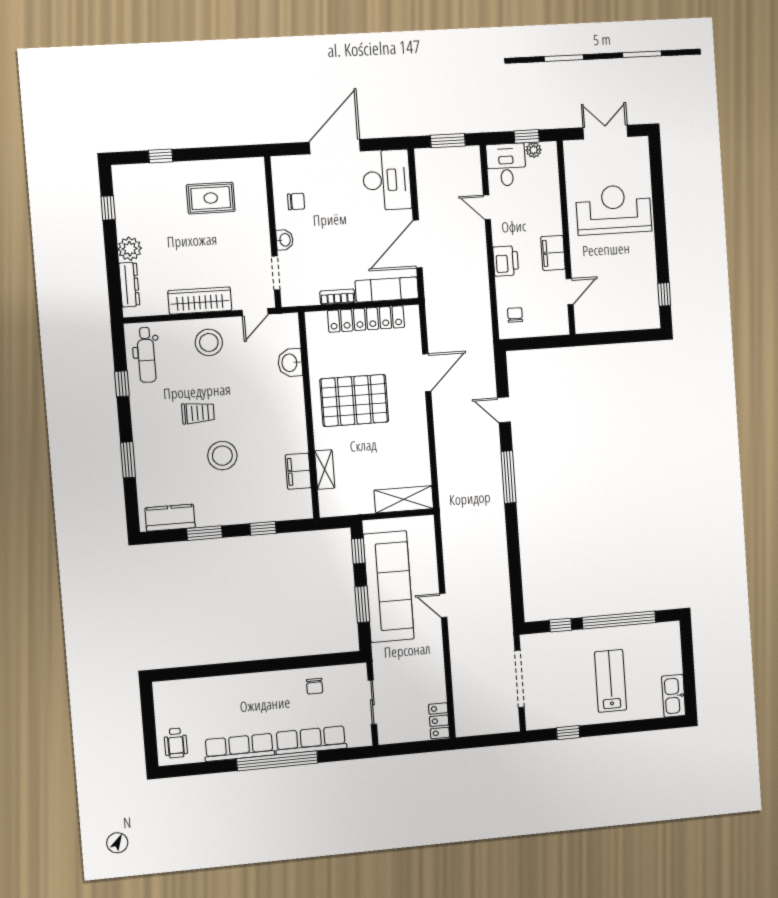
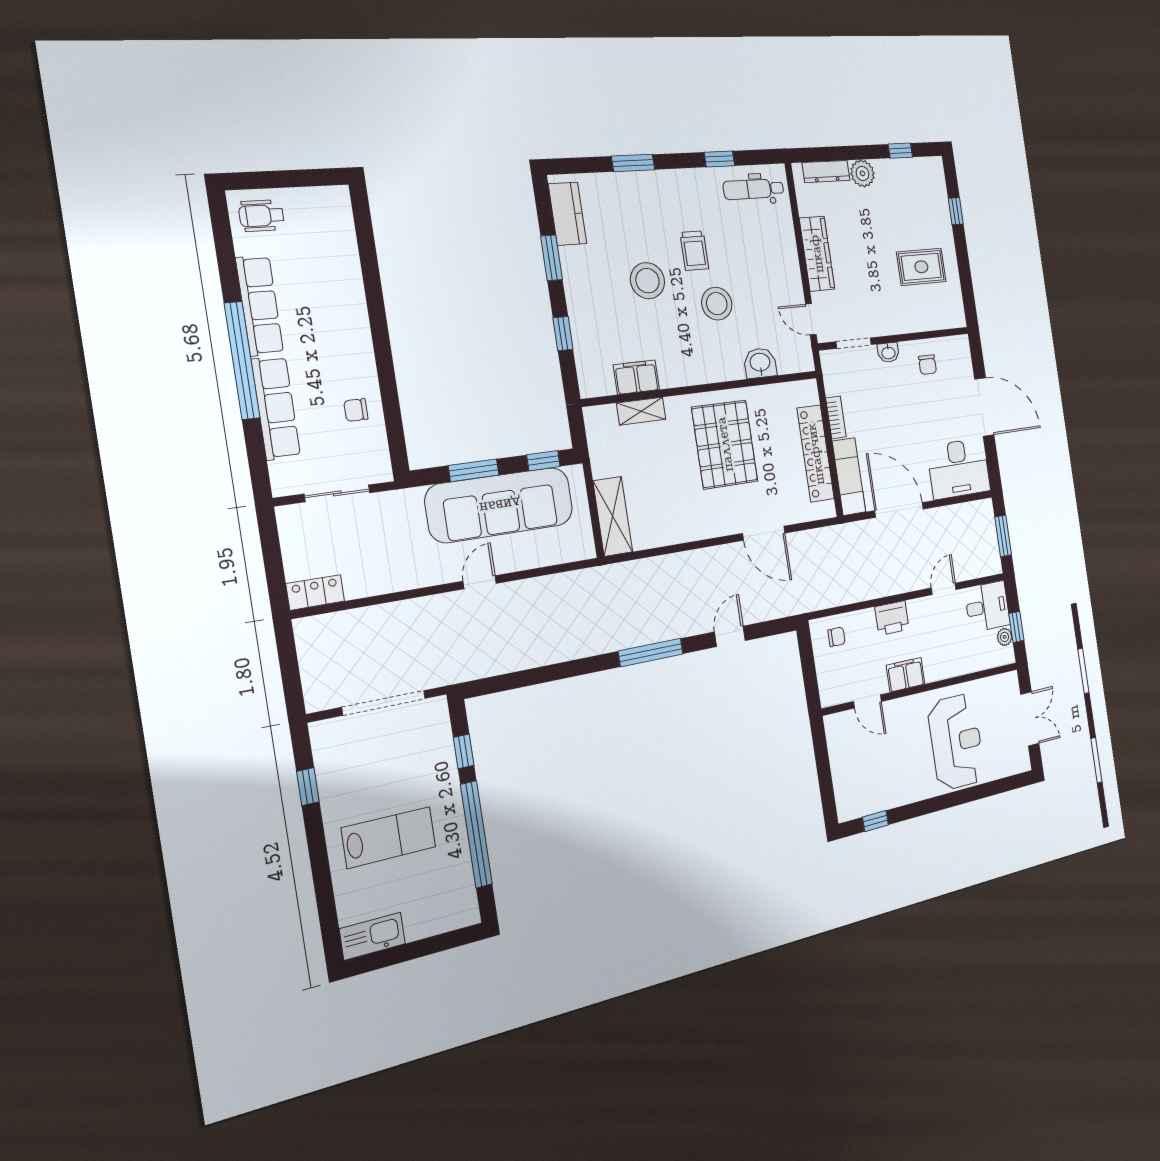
rug: (211, 198) -> (921, 267), turned 90
stool: (209, 342) -> (717, 304), moved

